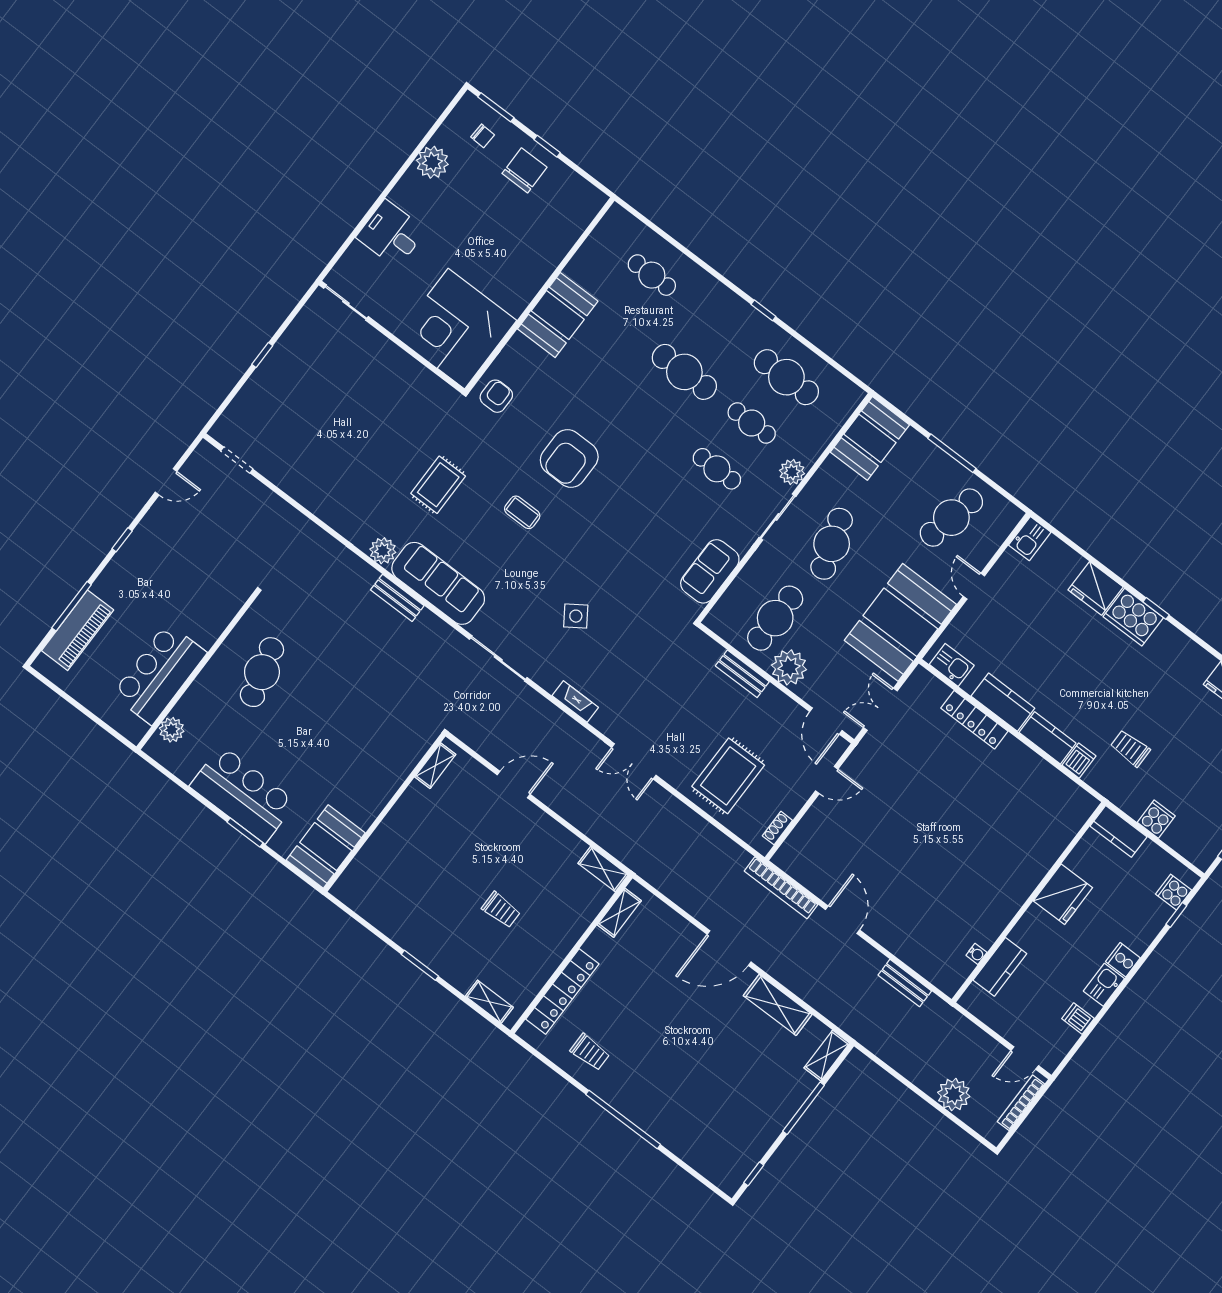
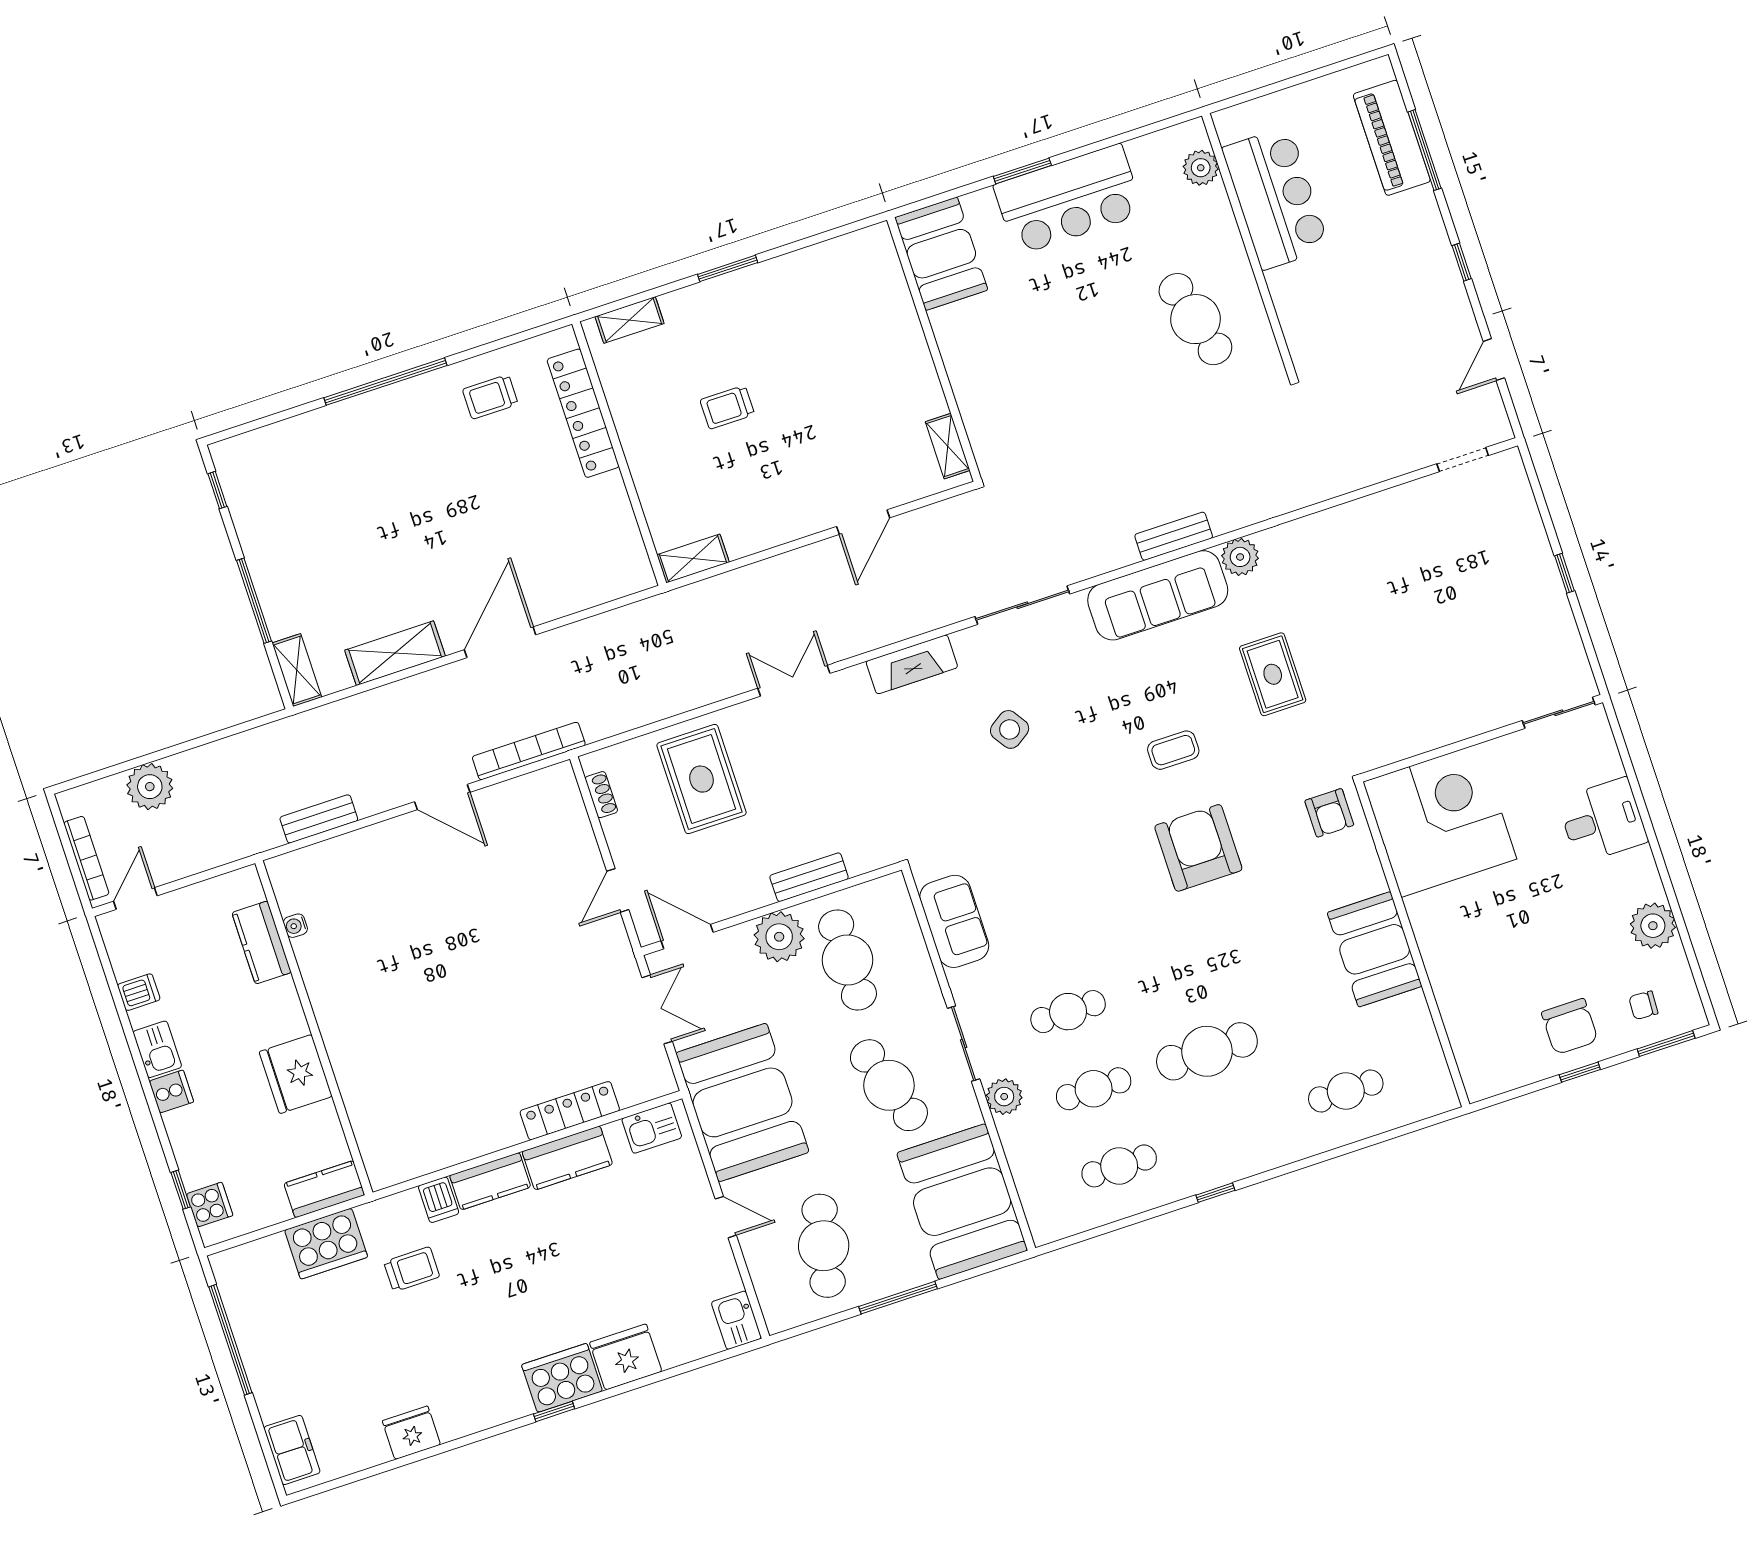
cafe table: (786, 377) -> (1119, 1166), width x0.73, depth x0.74
booth: (870, 438) -> (962, 1202), width x1.36, depth x1.42
fireplace: (575, 701) -> (912, 664), width x1.37, depth x1.32
cooker: (1156, 819) -> (326, 1244), width x1.87, depth x1.31
shelving: (619, 913) -> (629, 543), removed

